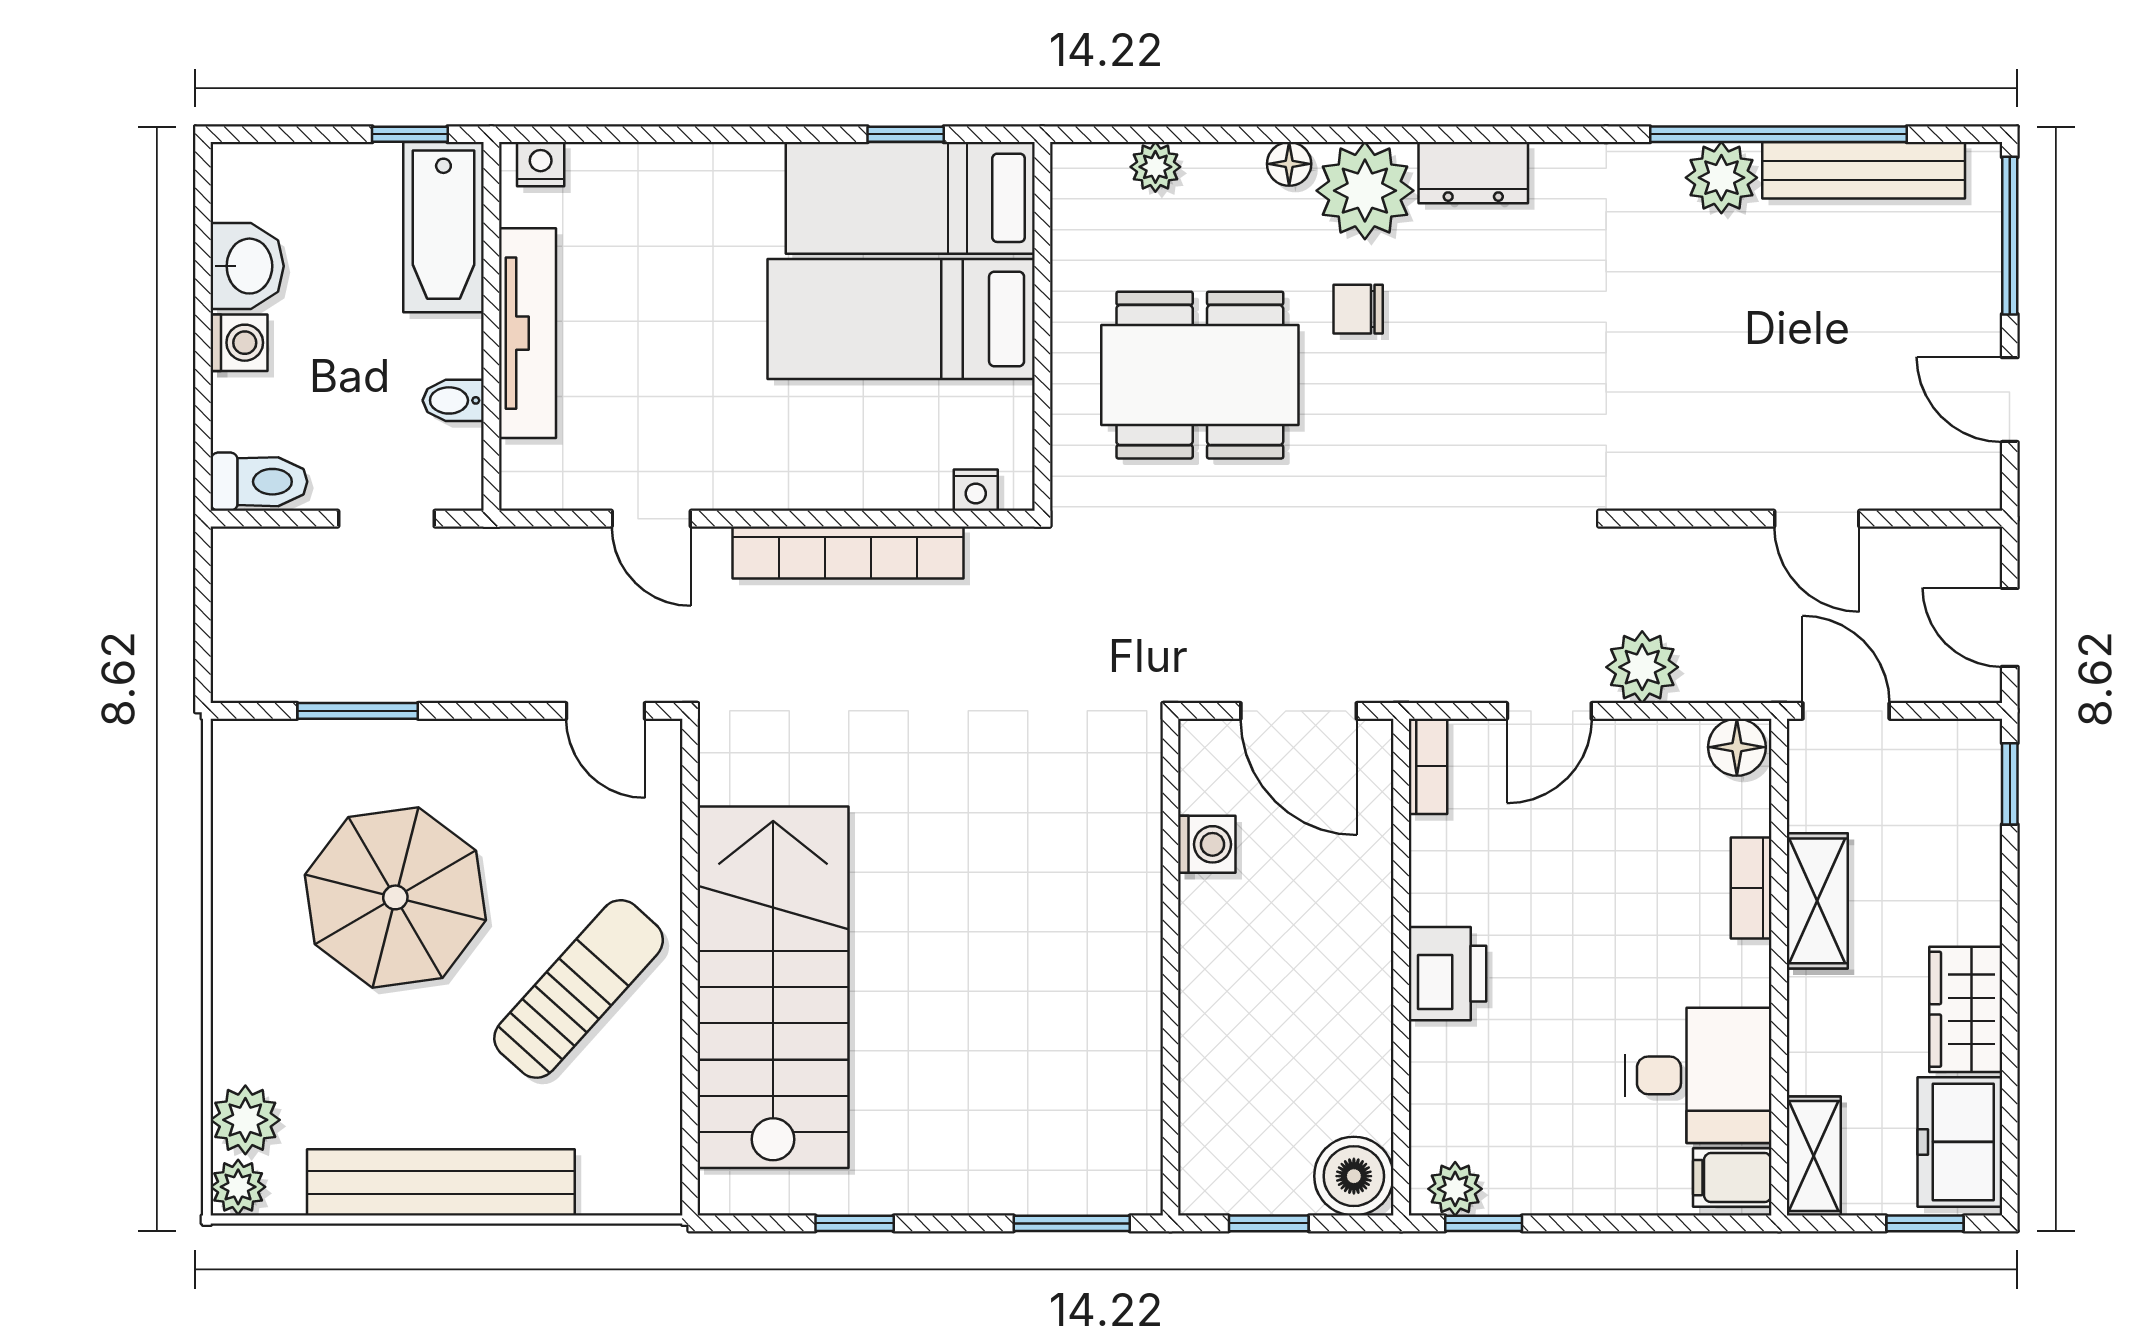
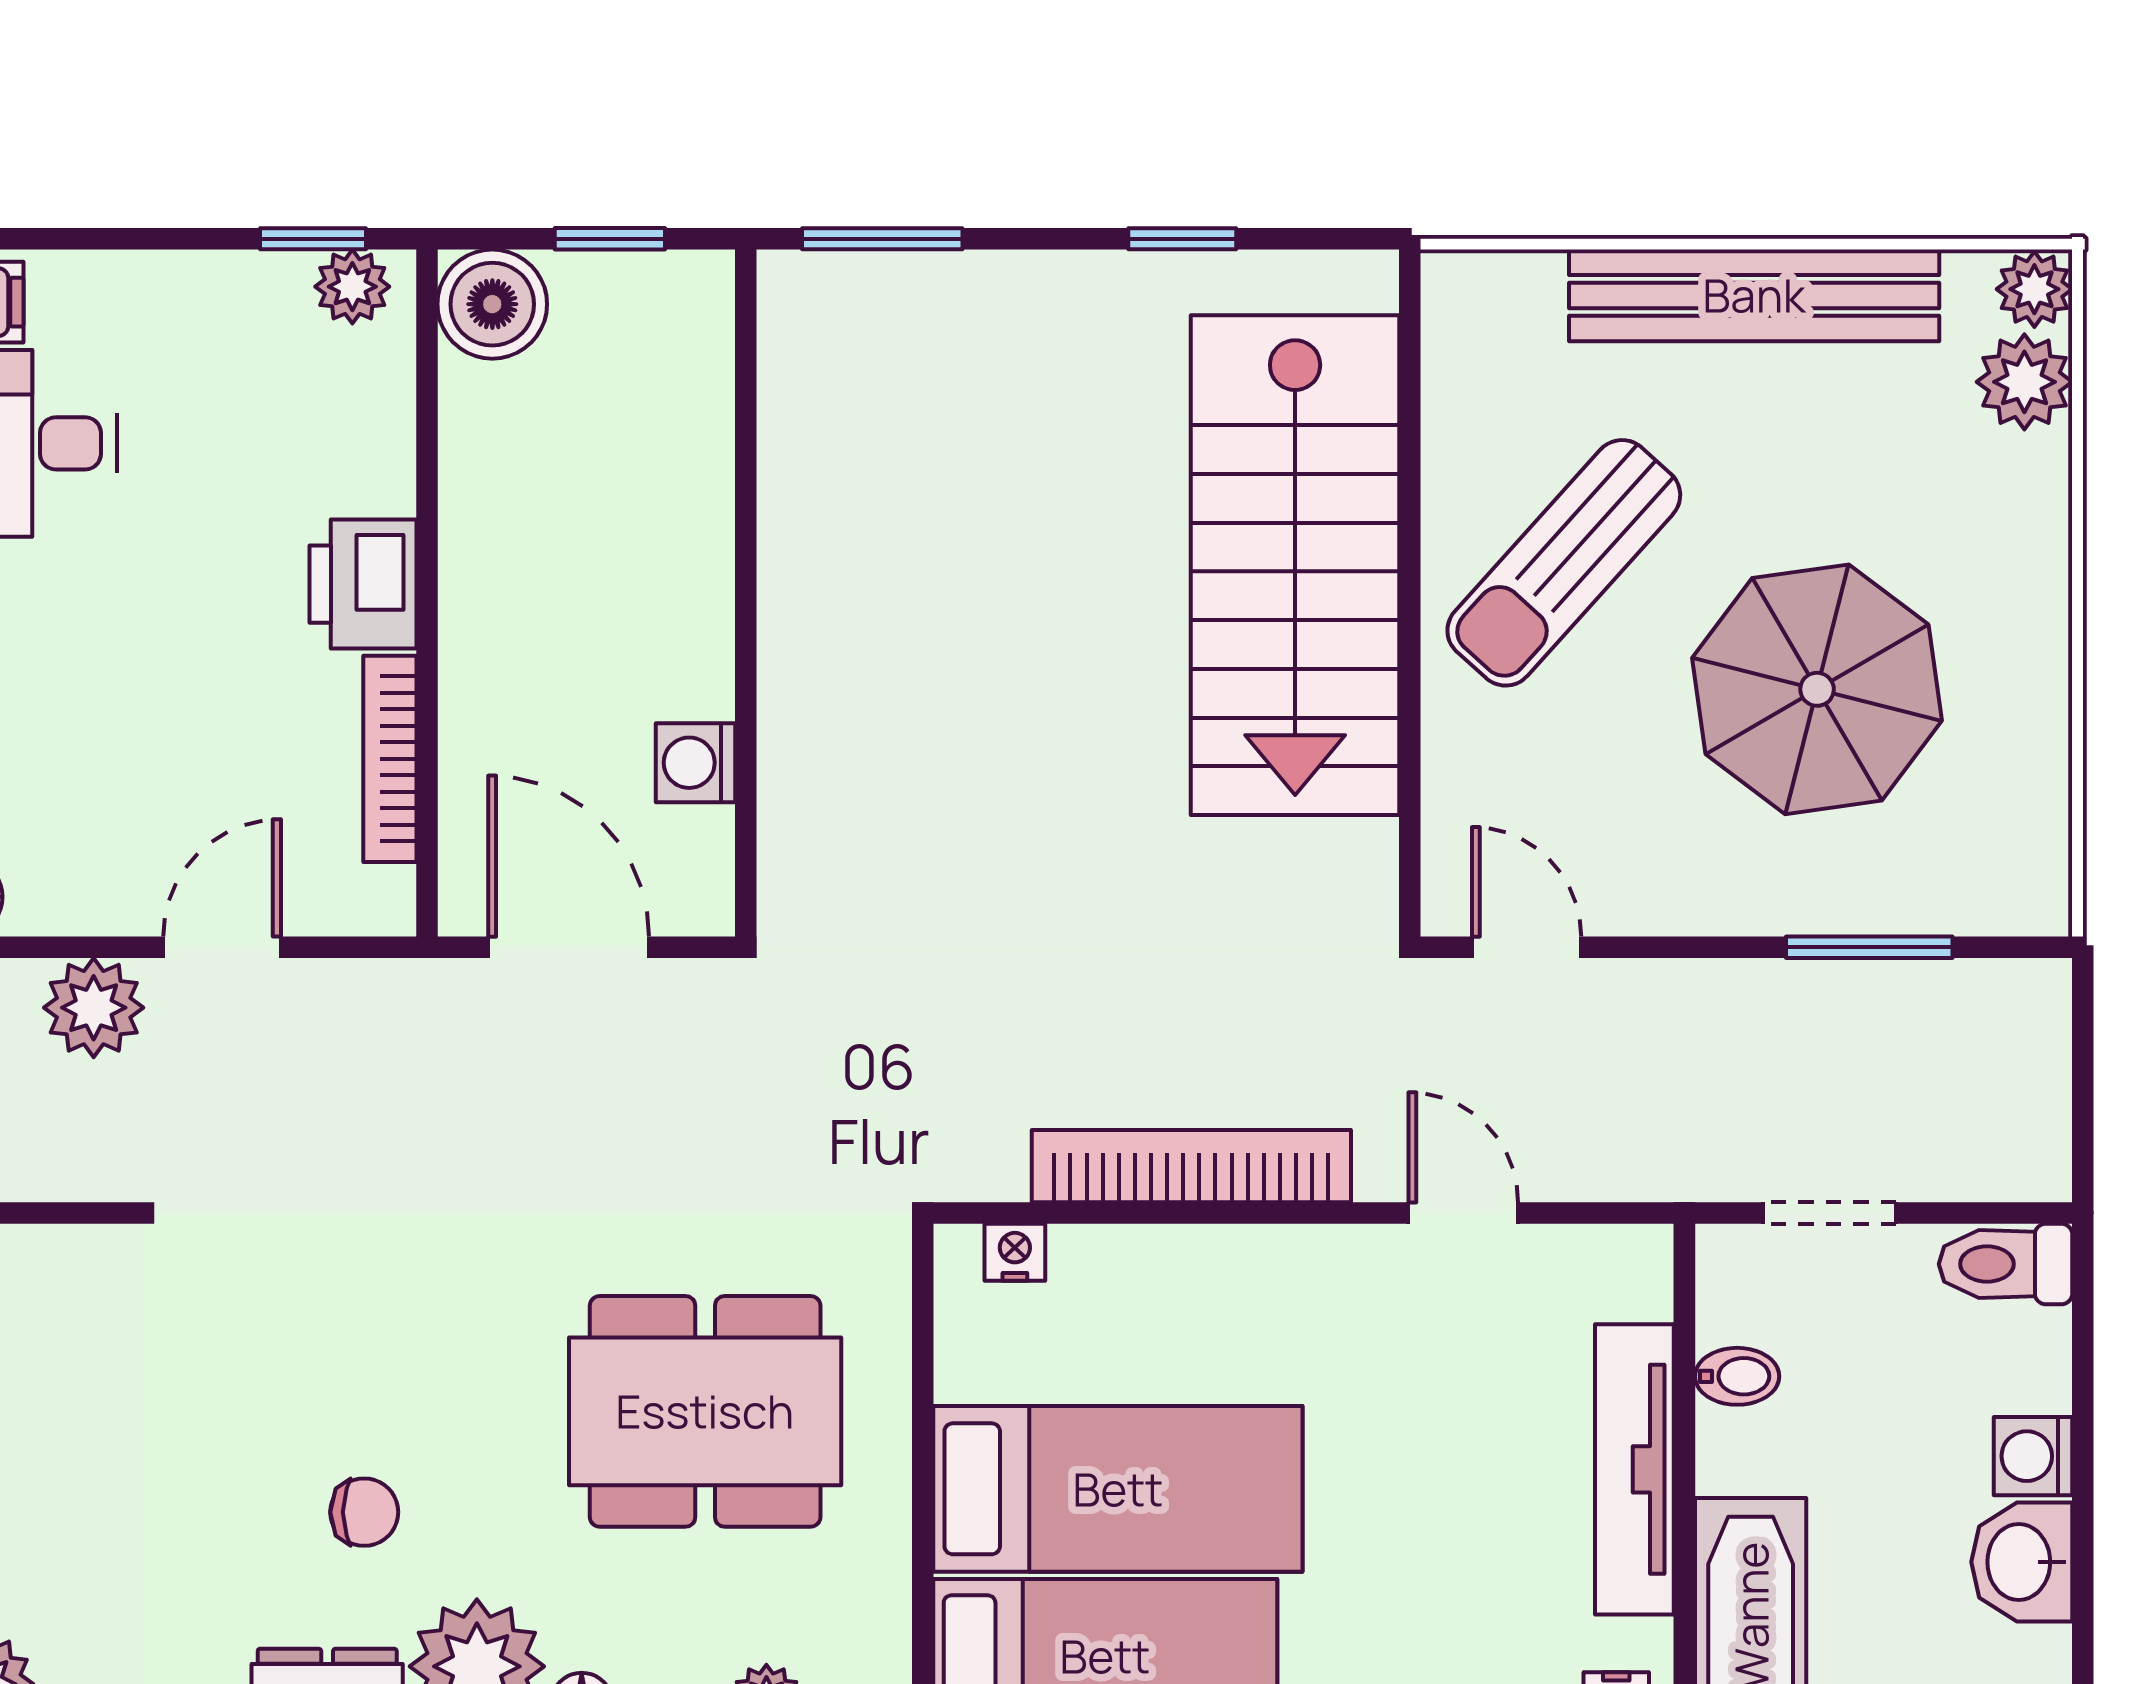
chair: (1358, 309) -> (364, 1512), moved
bookcase: (1428, 766) -> (390, 759), moved, width x1.56

